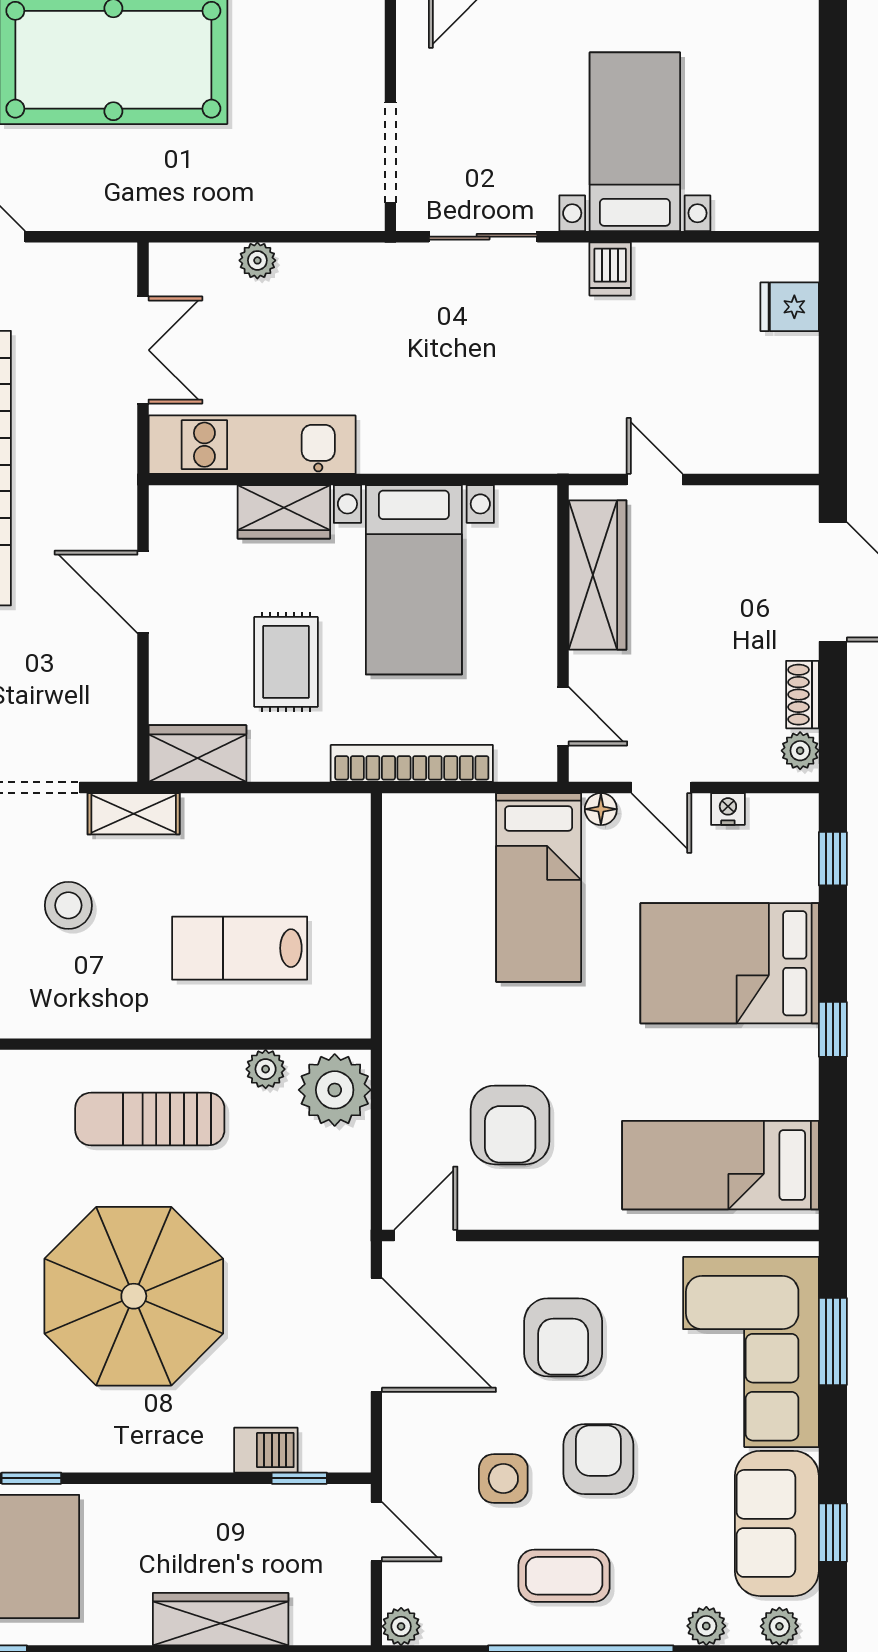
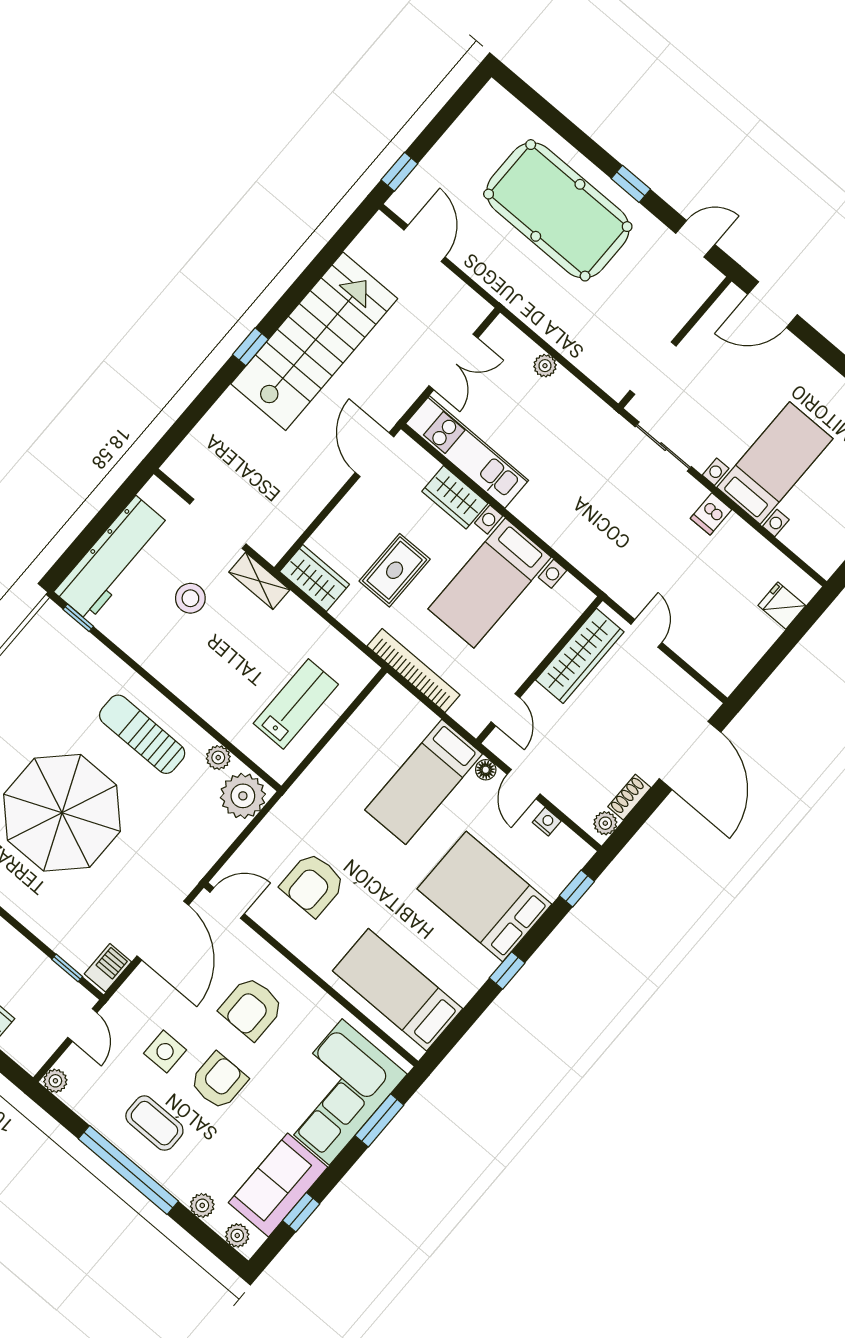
door: (143, 592) -> (374, 455), moved
lab bench: (240, 948) -> (296, 704), moved, turned 90
barbecue: (266, 1450) -> (108, 968), moved, turned -90

